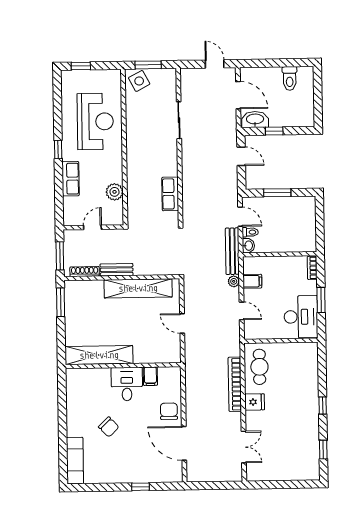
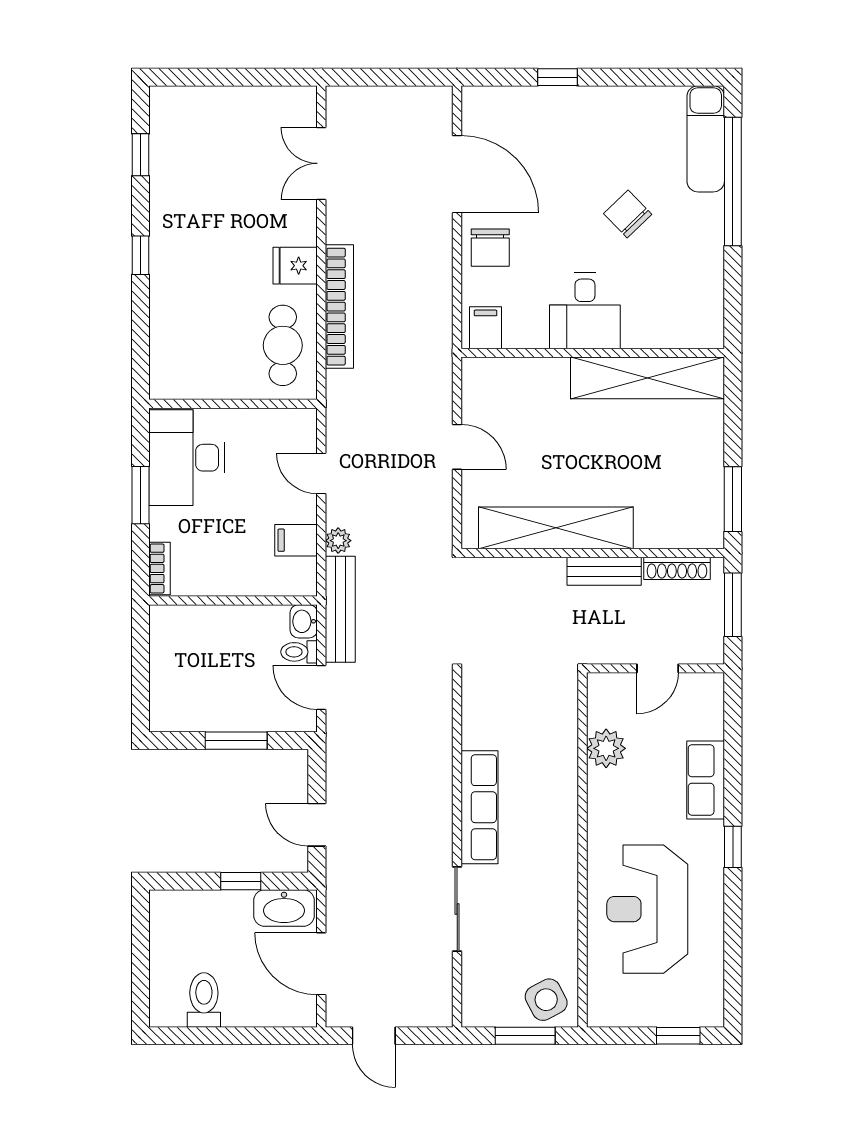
row of seats: (170, 194) -> (479, 807), moved, width x1.48
filing cabinet: (150, 376) -> (486, 328), moved
window: (63, 442) -> (733, 182), added

